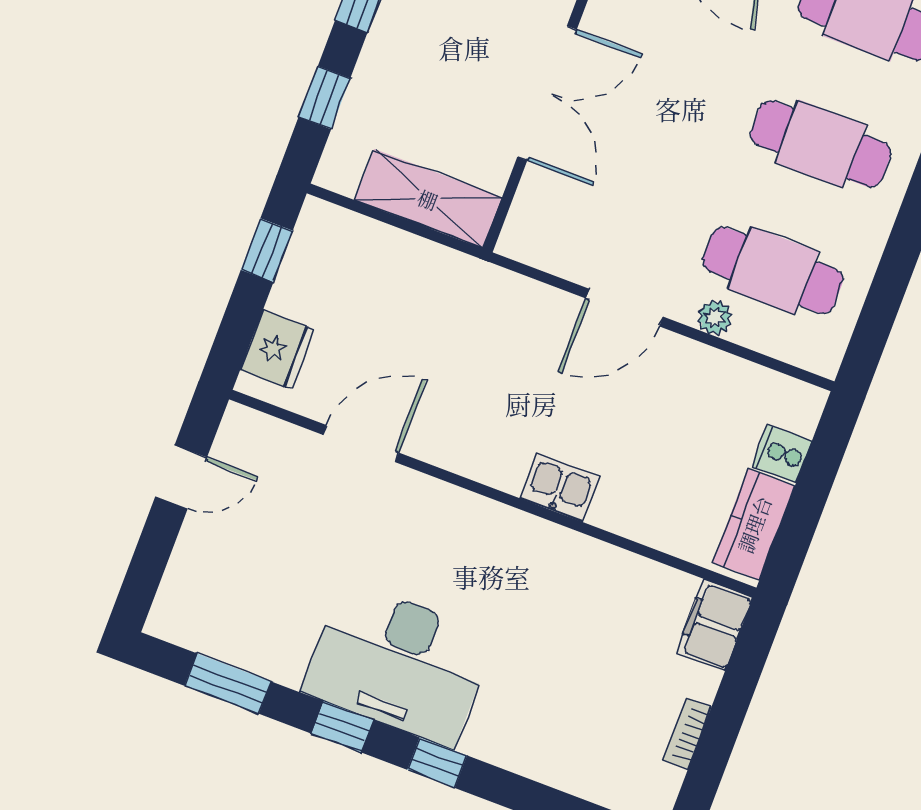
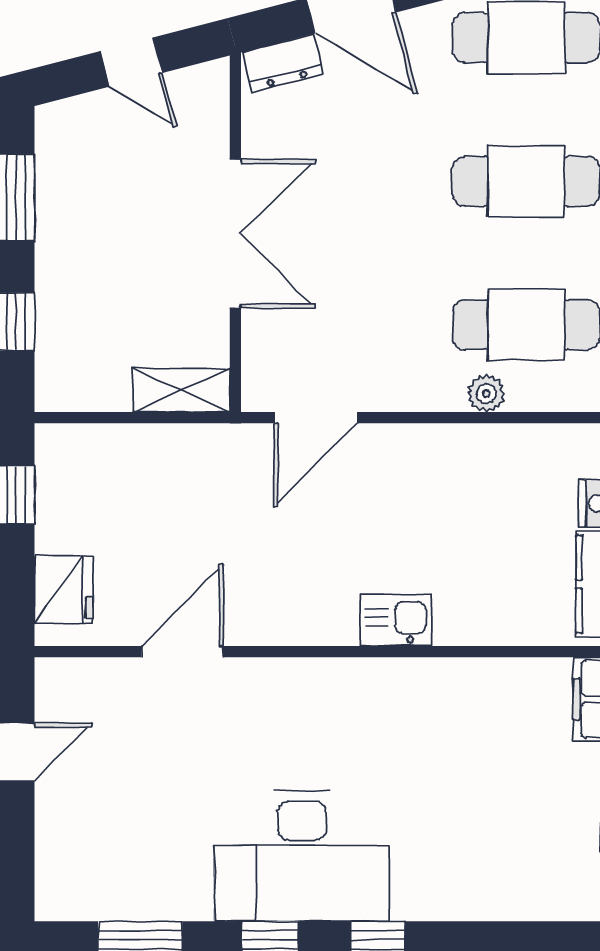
shelving: (428, 199) -> (182, 390), width x0.67, depth x0.75
door: (624, 308) -> (316, 418), moved

